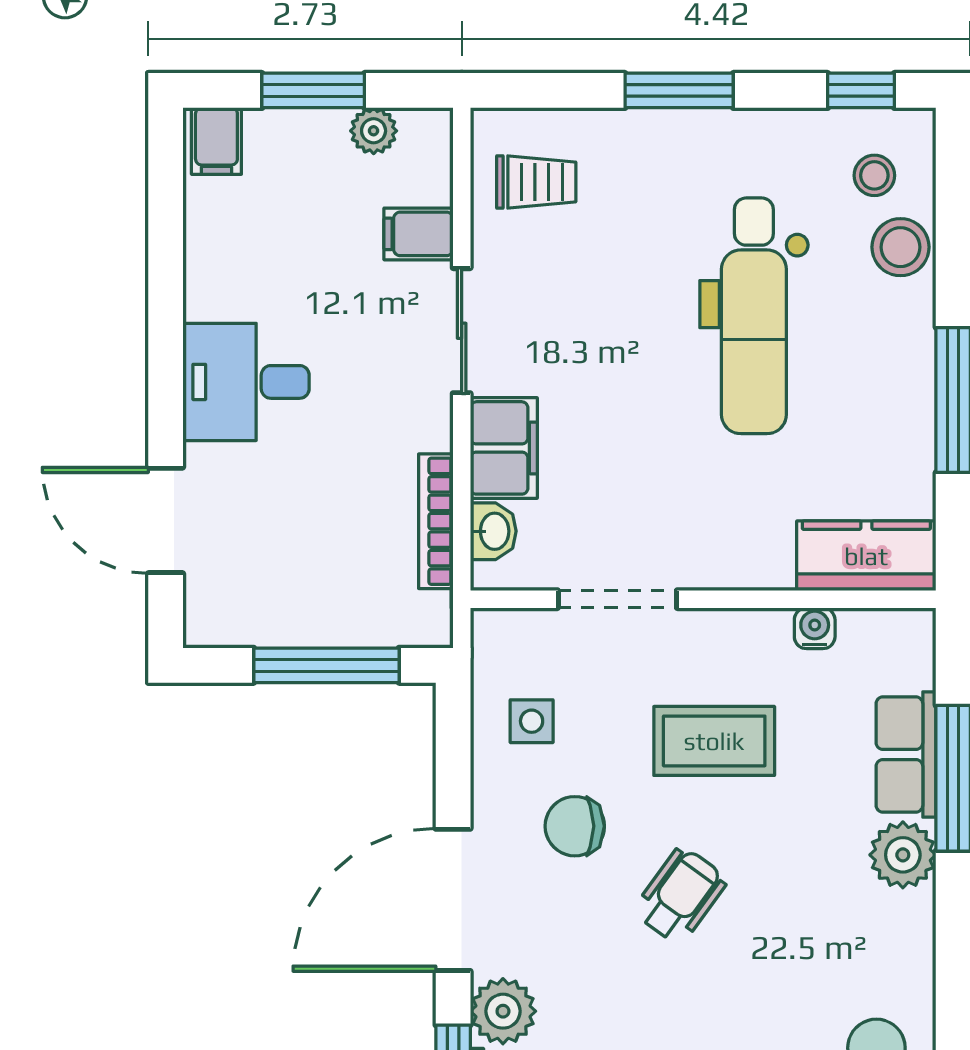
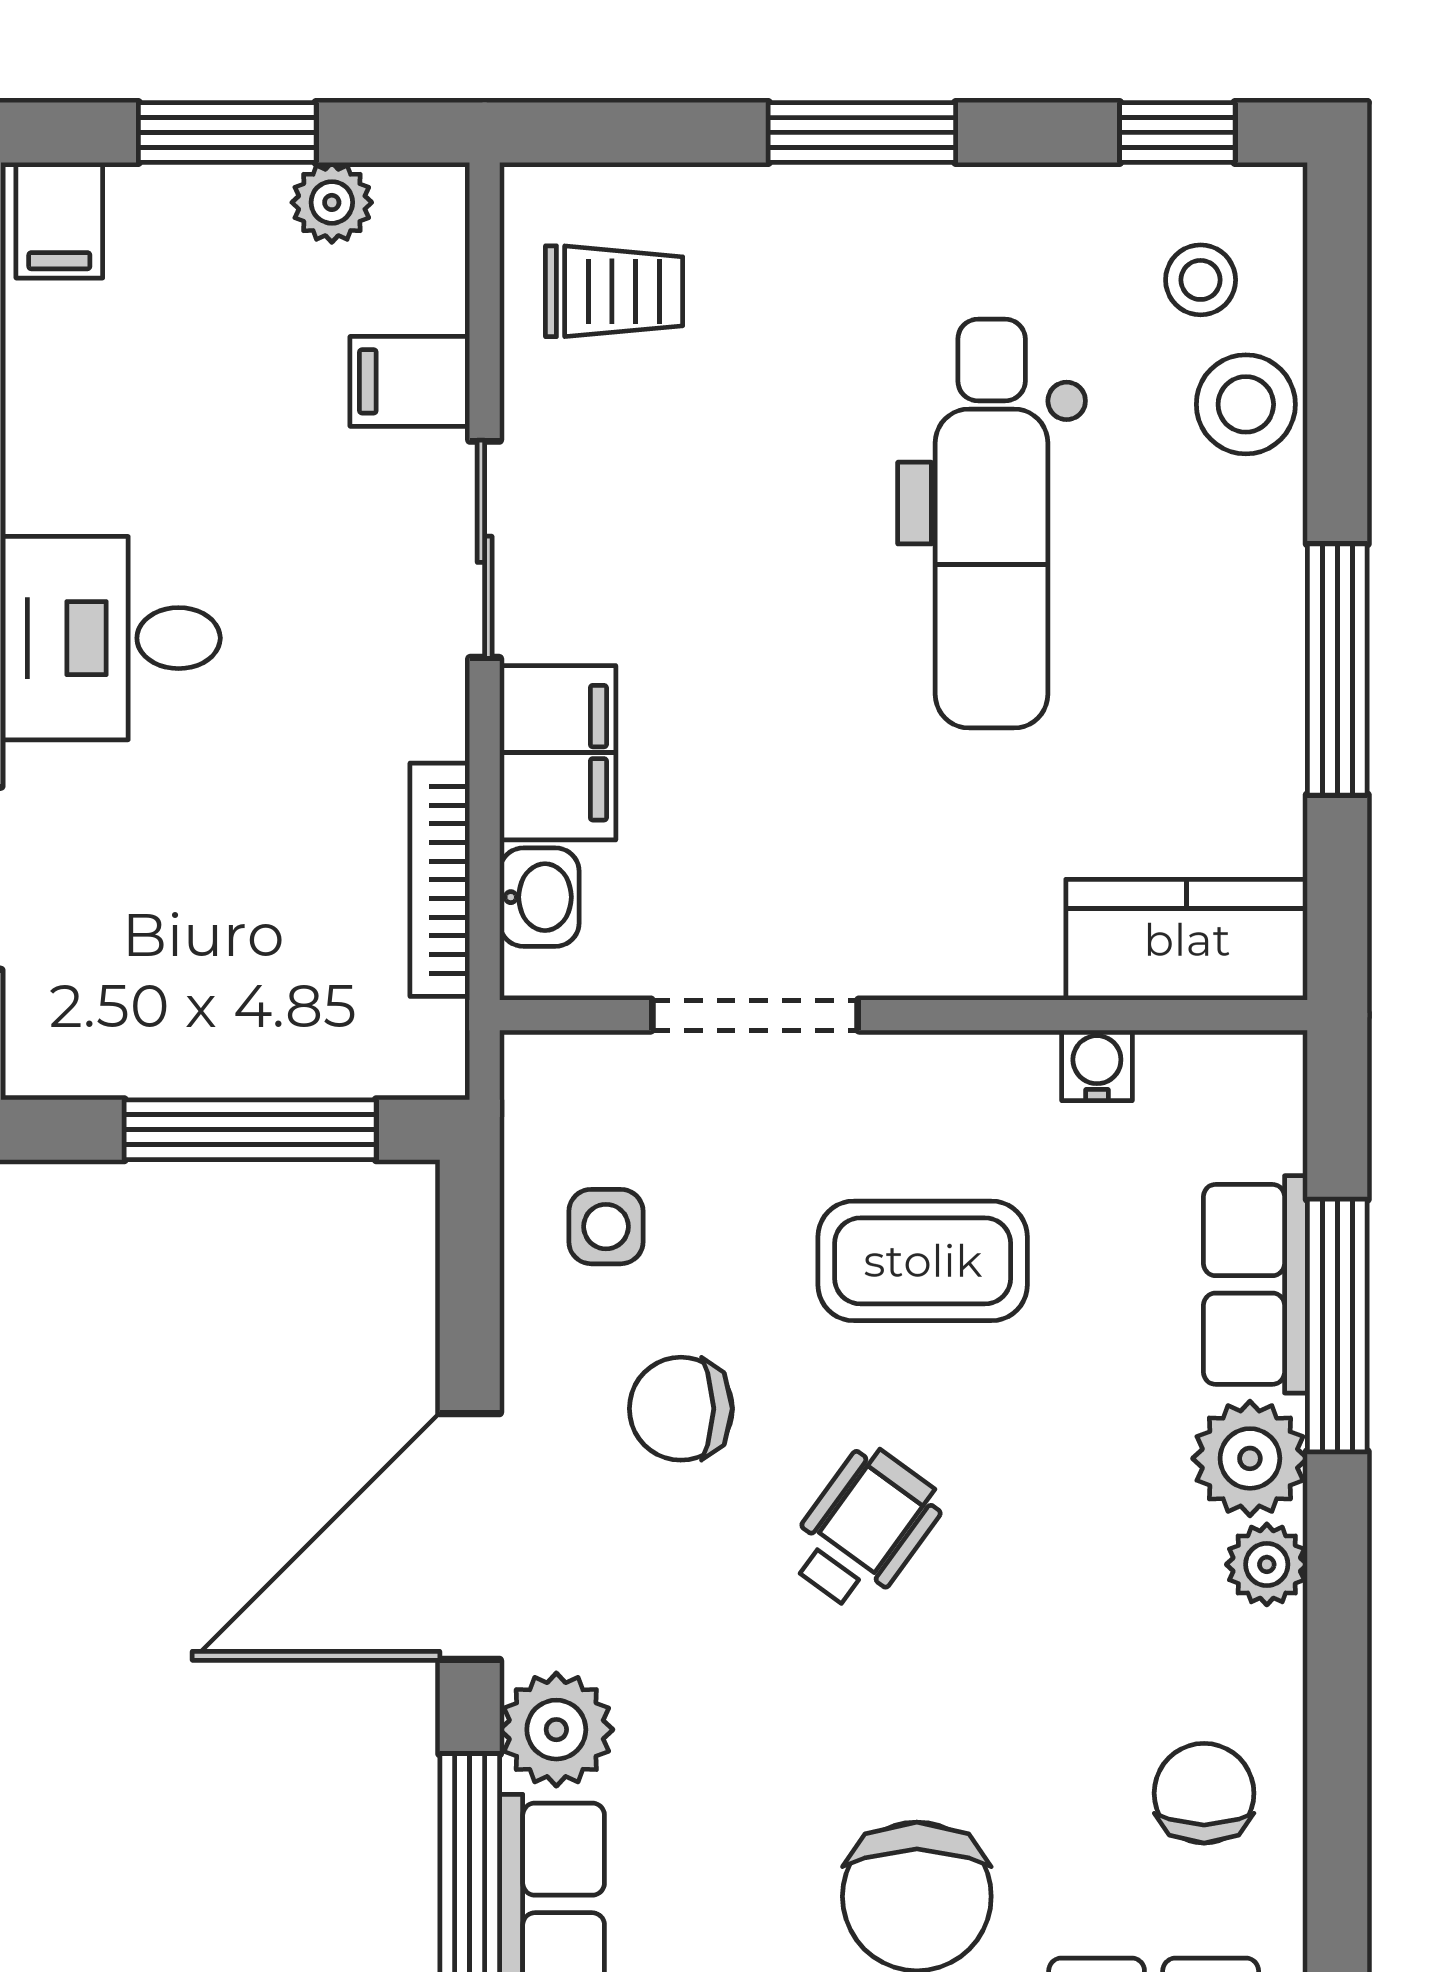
plant: (913, 916) -> (1267, 1564), added

